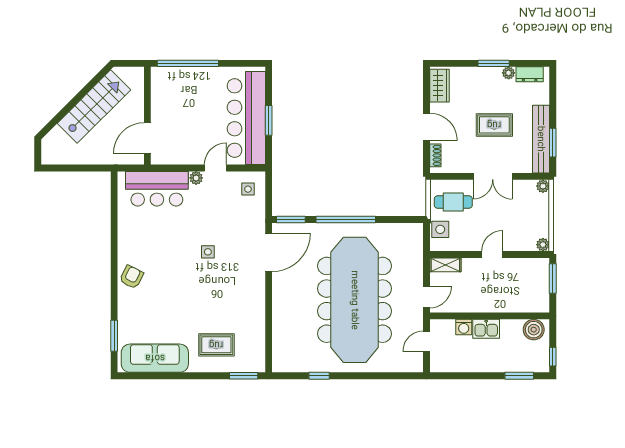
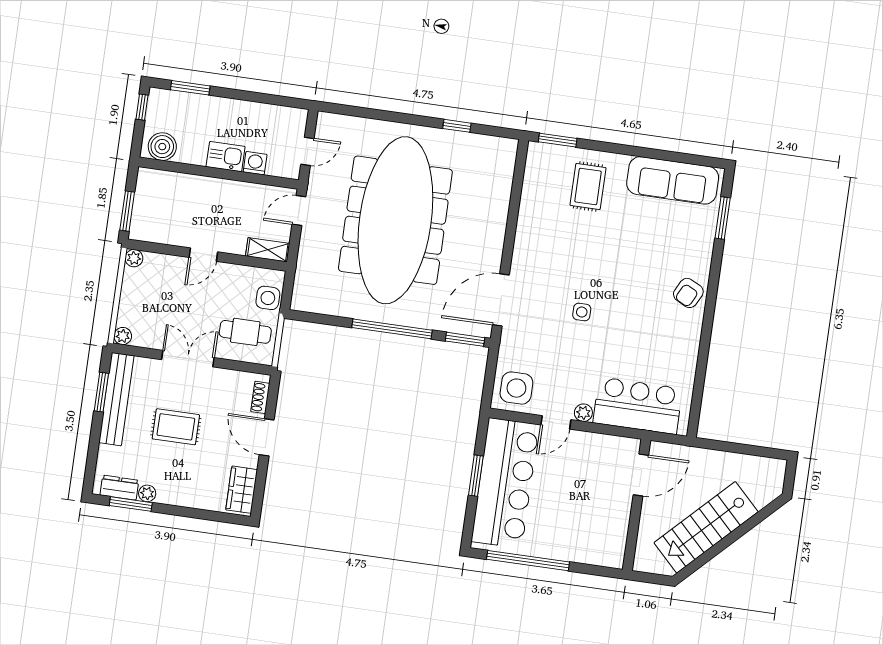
window: (188, 63) -> (528, 561), moved
window: (494, 63) -> (131, 504), moved
side table: (248, 189) -> (516, 388), width x1.87, depth x1.87
rug: (216, 345) -> (588, 186), turned 90

